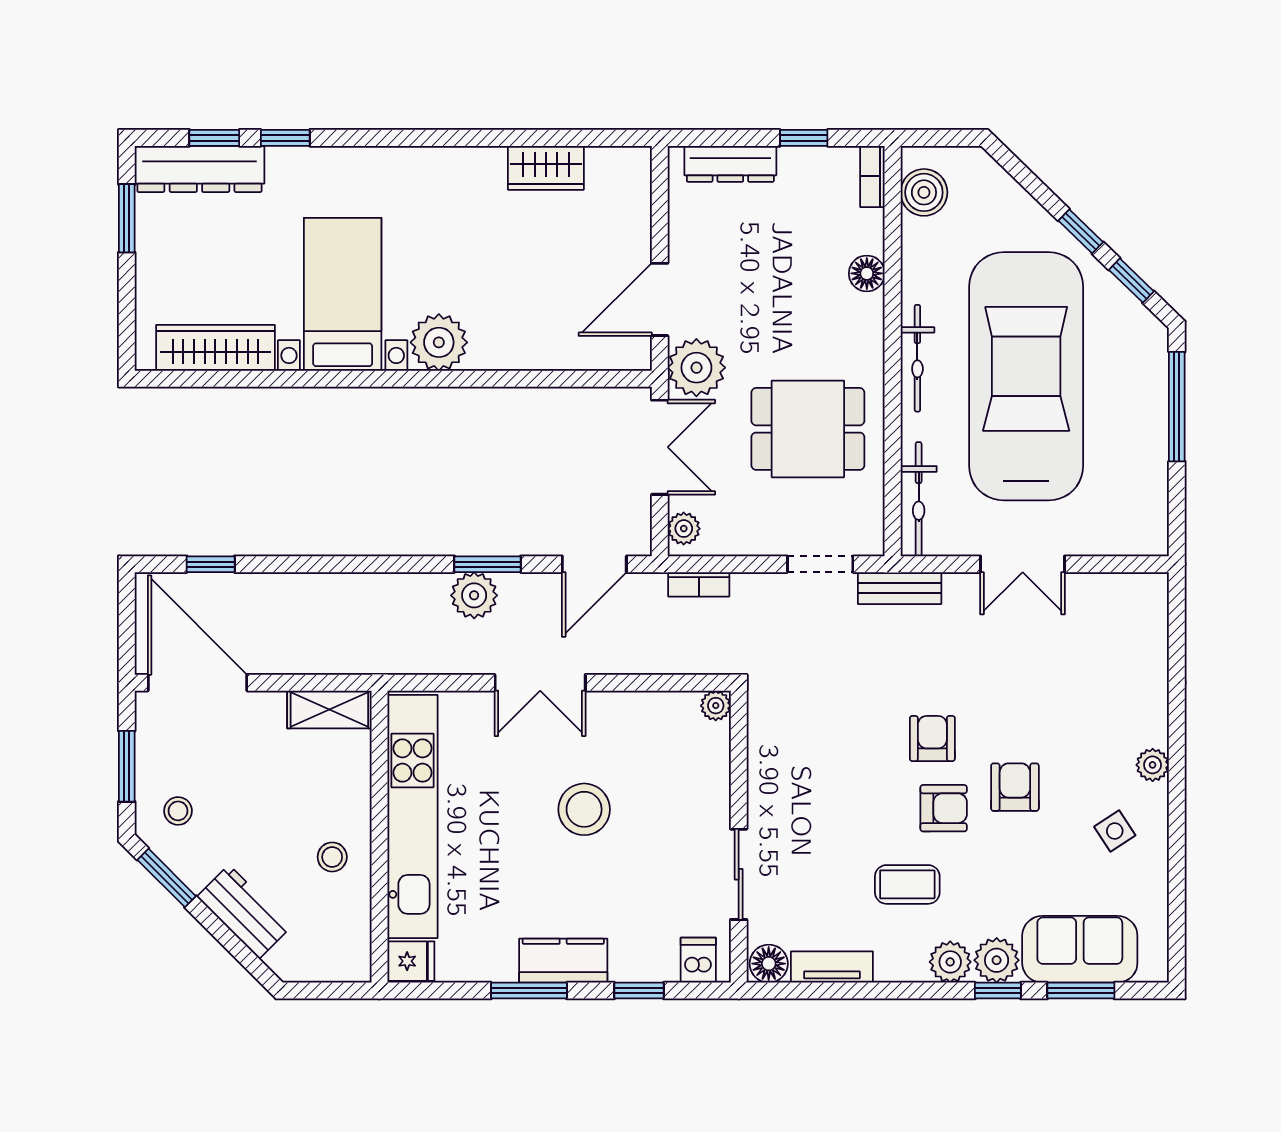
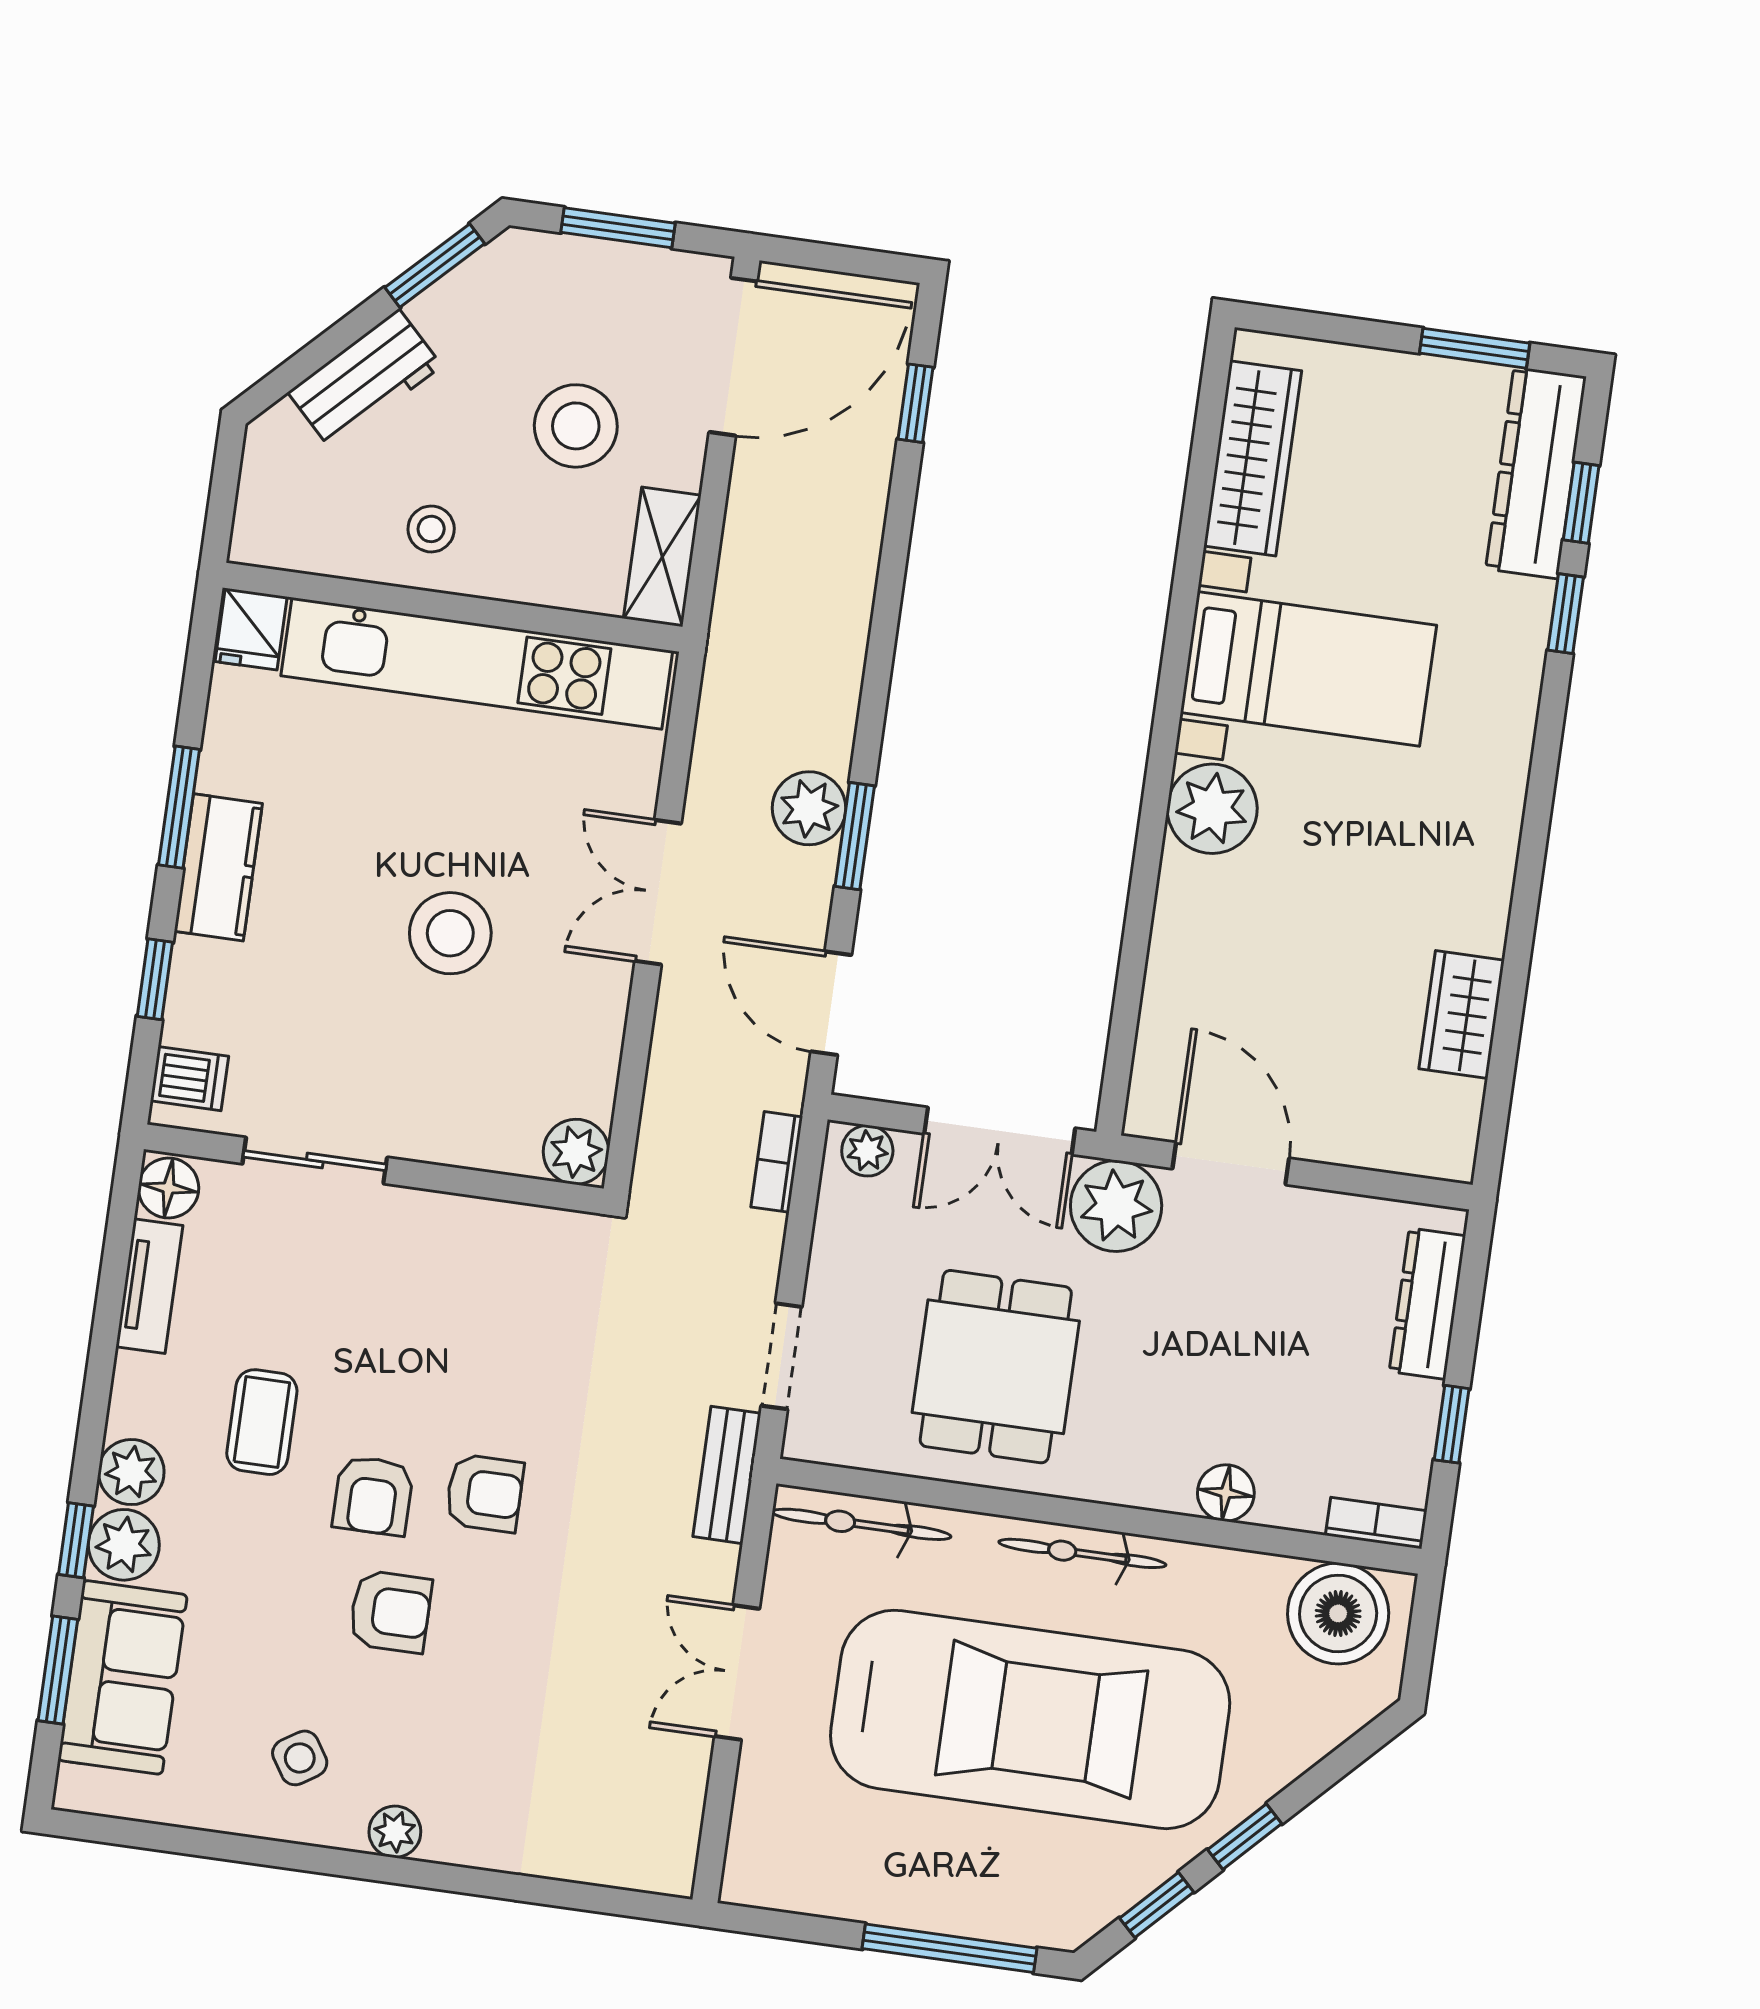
boiler: (924, 192) -> (1338, 1613), width x1.37, depth x1.37
plant: (716, 706) -> (576, 1152), width x1.38, depth x1.38
stool: (178, 811) -> (576, 426), moved, width x1.89, depth x1.89

